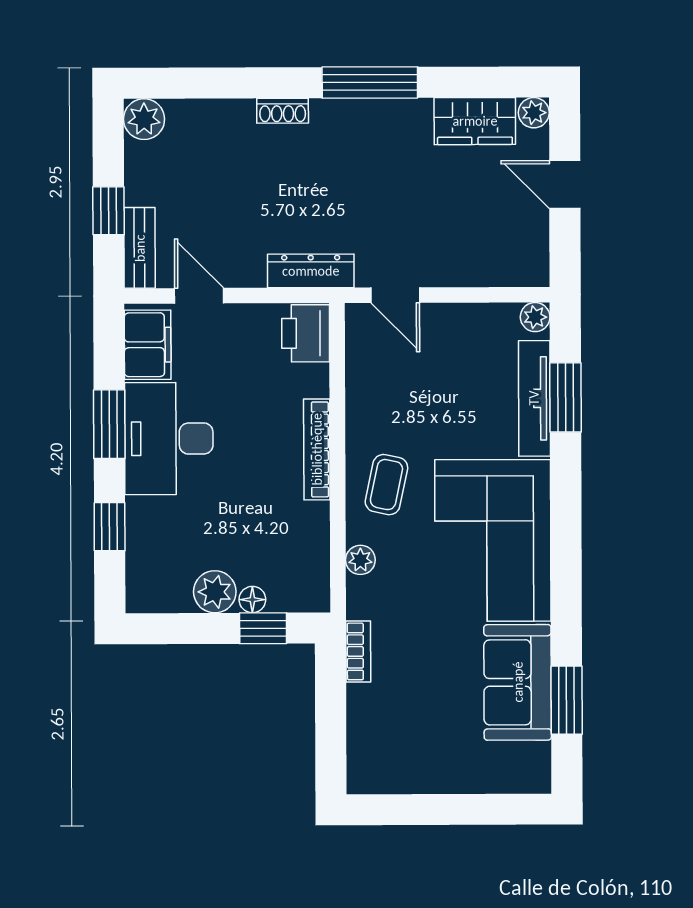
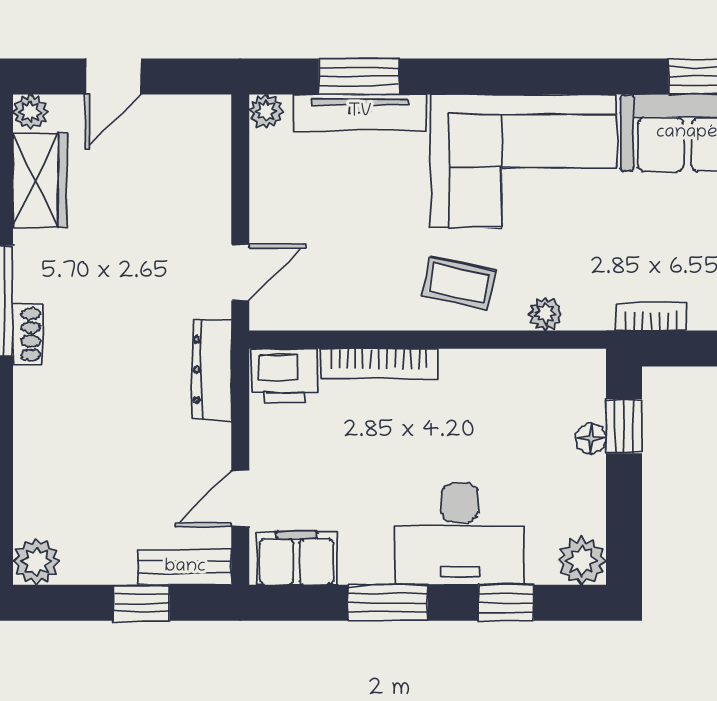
shoe rack: (283, 111) -> (27, 335), moved
desk: (169, 439) -> (460, 534), moved
bookcase: (317, 449) -> (379, 363), moved
plant: (215, 592) -> (582, 561), moved

